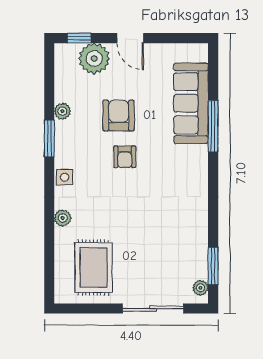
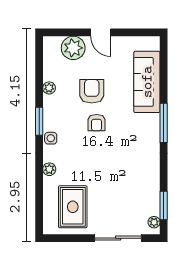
window: (79, 38) -> (62, 32), removed
window: (213, 126) -> (164, 123), moved
window: (49, 138) -> (39, 121), moved

